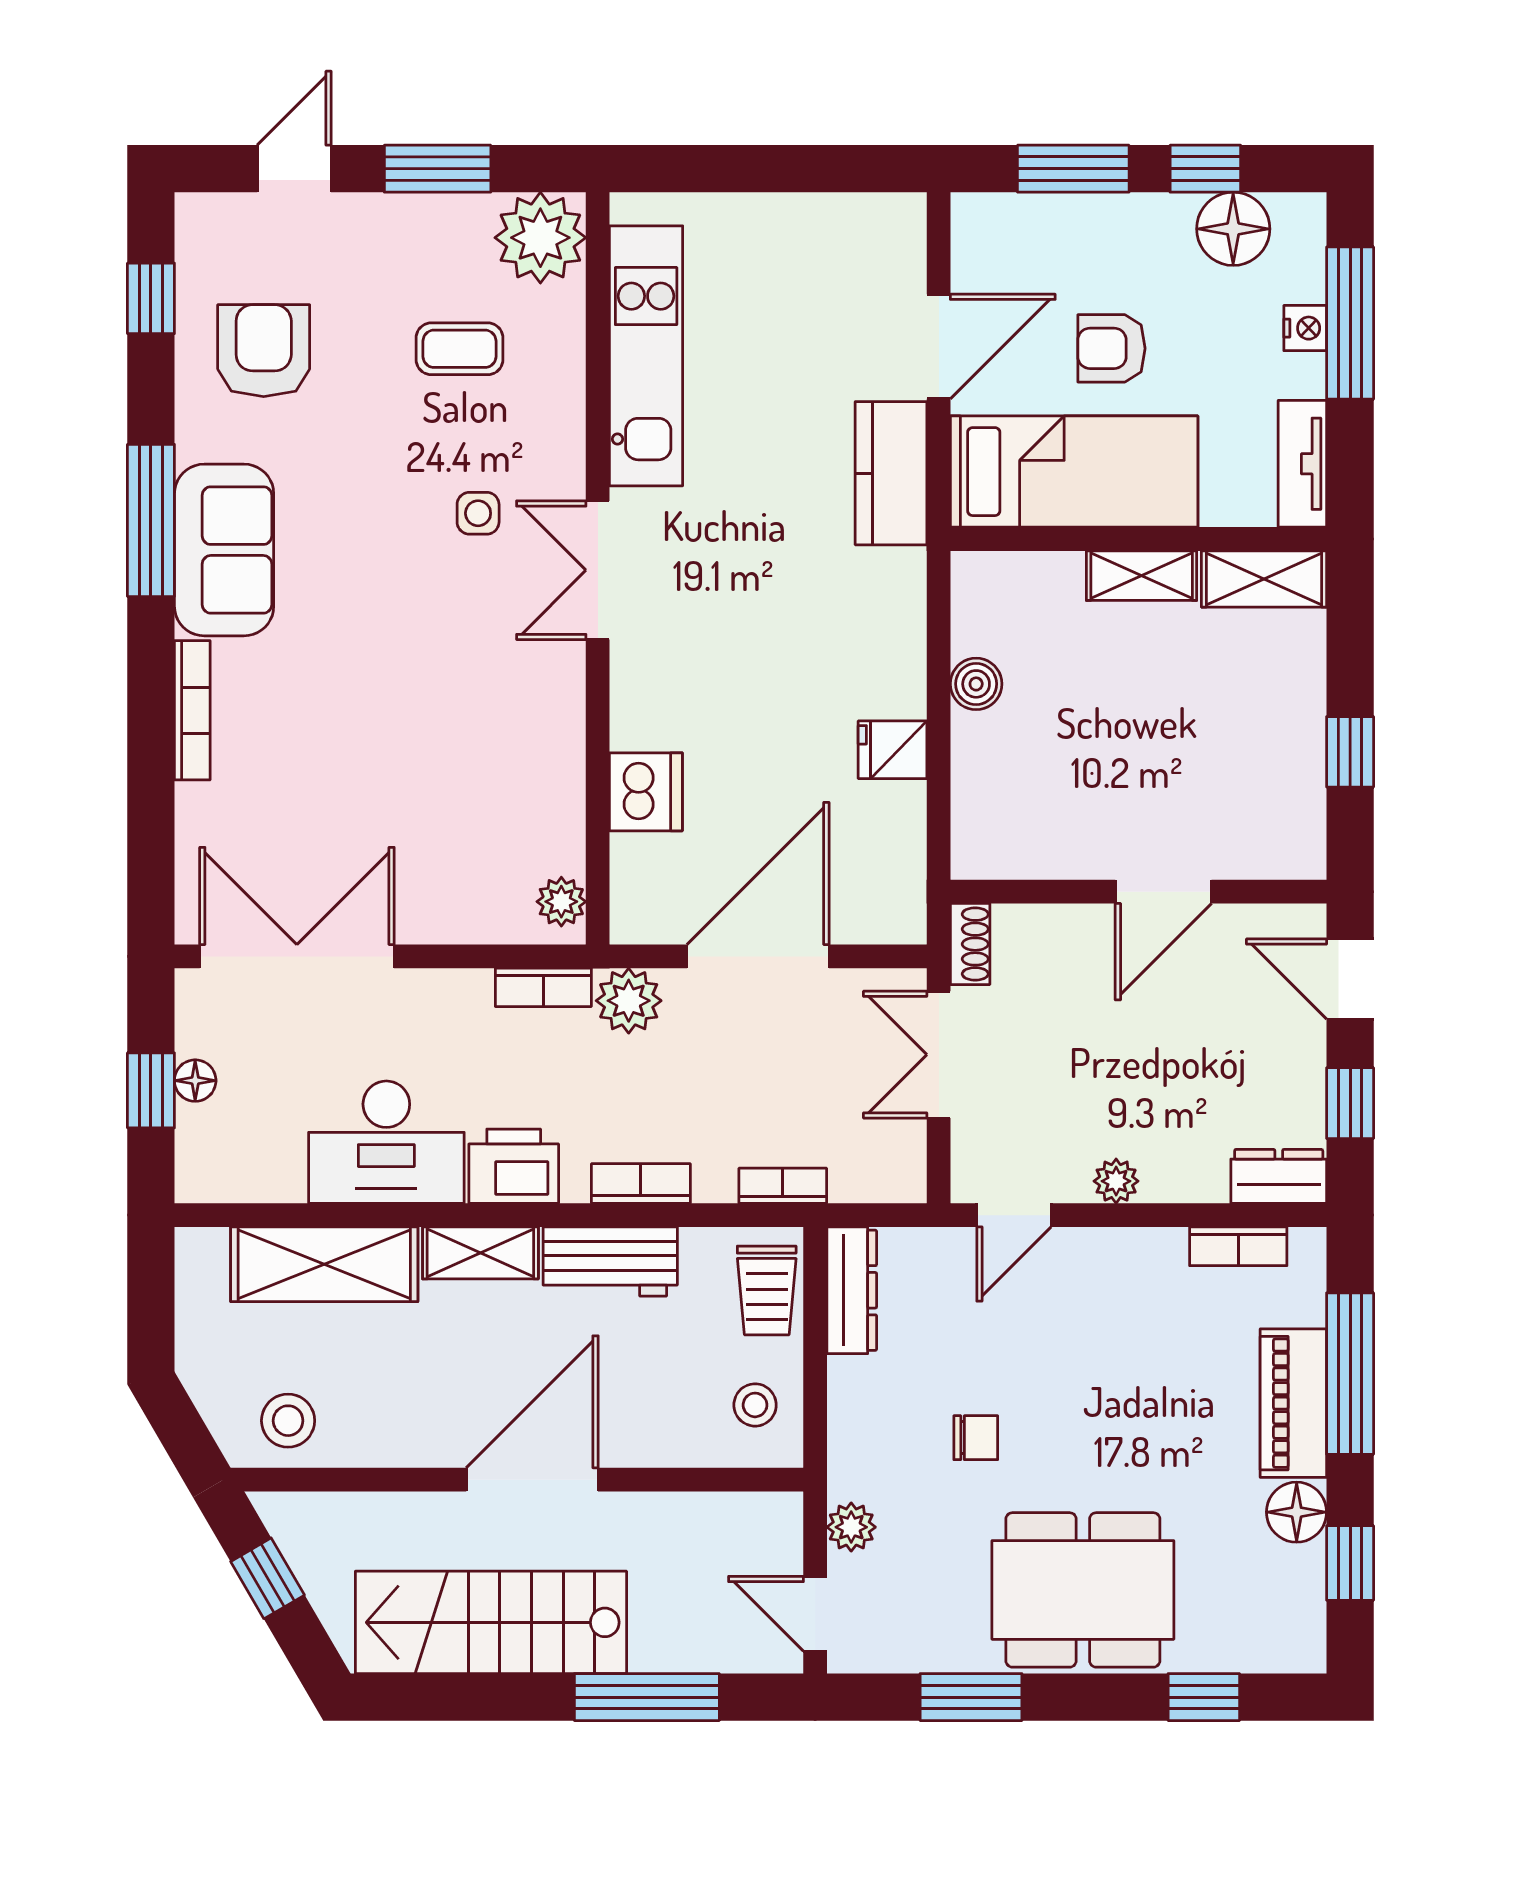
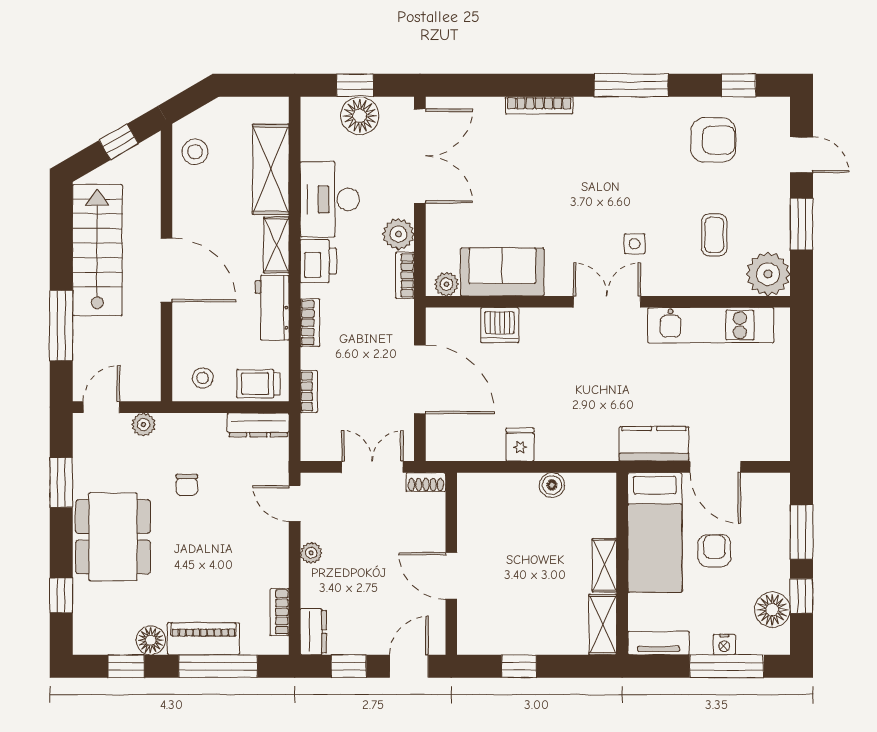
sofa: (224, 550) -> (502, 272), moved, turned 180
plant: (629, 1001) -> (398, 234), moved
floor lamp: (195, 1081) -> (360, 116), width x1.89, depth x1.89

